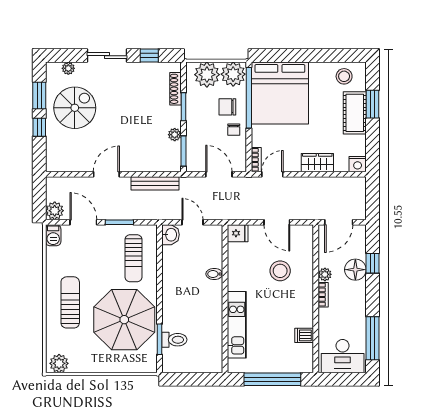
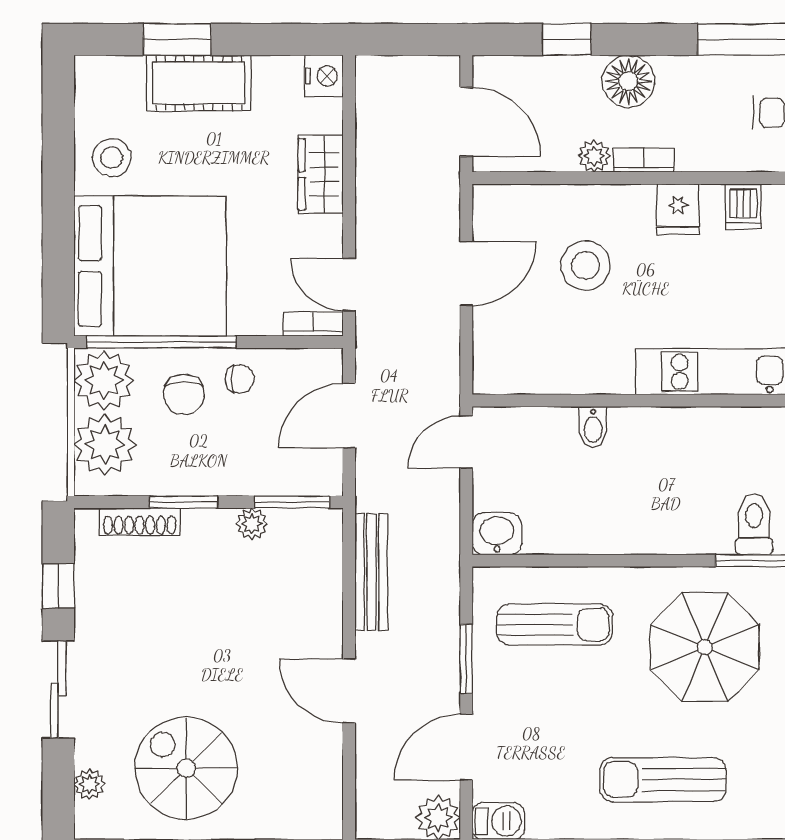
stool: (344, 76) -> (112, 158), moved
door: (192, 222) -> (466, 442), moved
fridge: (238, 233) -> (678, 209), moved, turned 180
floor lamp: (355, 270) -> (628, 81), moved
parasol: (124, 320) -> (705, 647), width x0.73, depth x0.73

